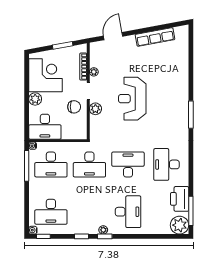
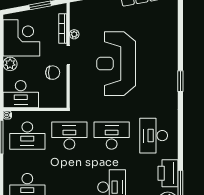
reception desk: (132, 99) -> (116, 64), width x1.36, depth x1.30
plant: (95, 109) -> (76, 75), removed
window: (191, 115) -> (180, 81), width x0.69
desk: (89, 164) -> (69, 136), turned 180

